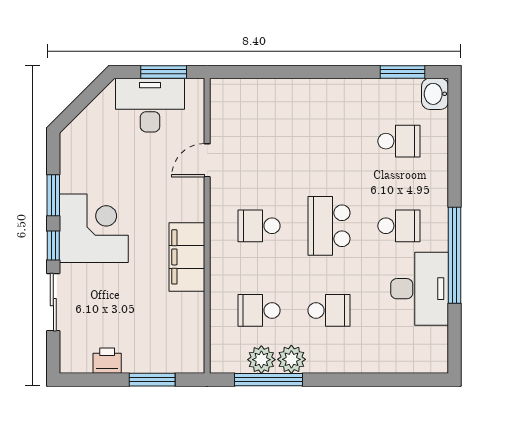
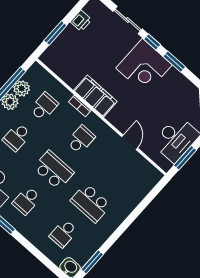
school desk: (329, 141) -> (91, 203), added
bookcase: (217, 265) -> (80, 106), added

